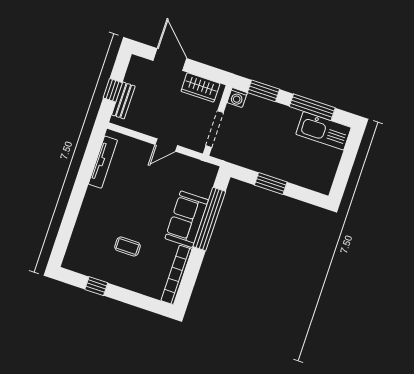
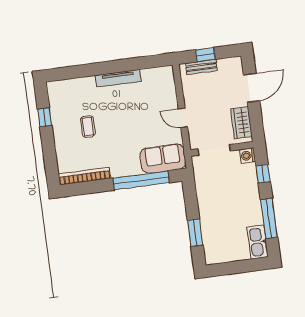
window: (264, 91) -> (263, 174), width x0.67
kitchen sink: (324, 131) -> (258, 242), width x0.73, depth x0.81
tv unit: (103, 162) -> (118, 78), moved
window: (271, 183) -> (195, 233), moved
sofa: (187, 219) -> (163, 159), moved

